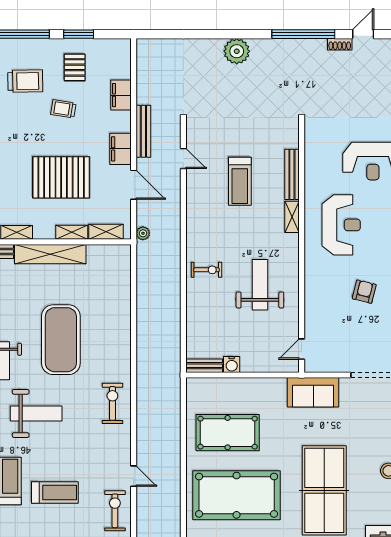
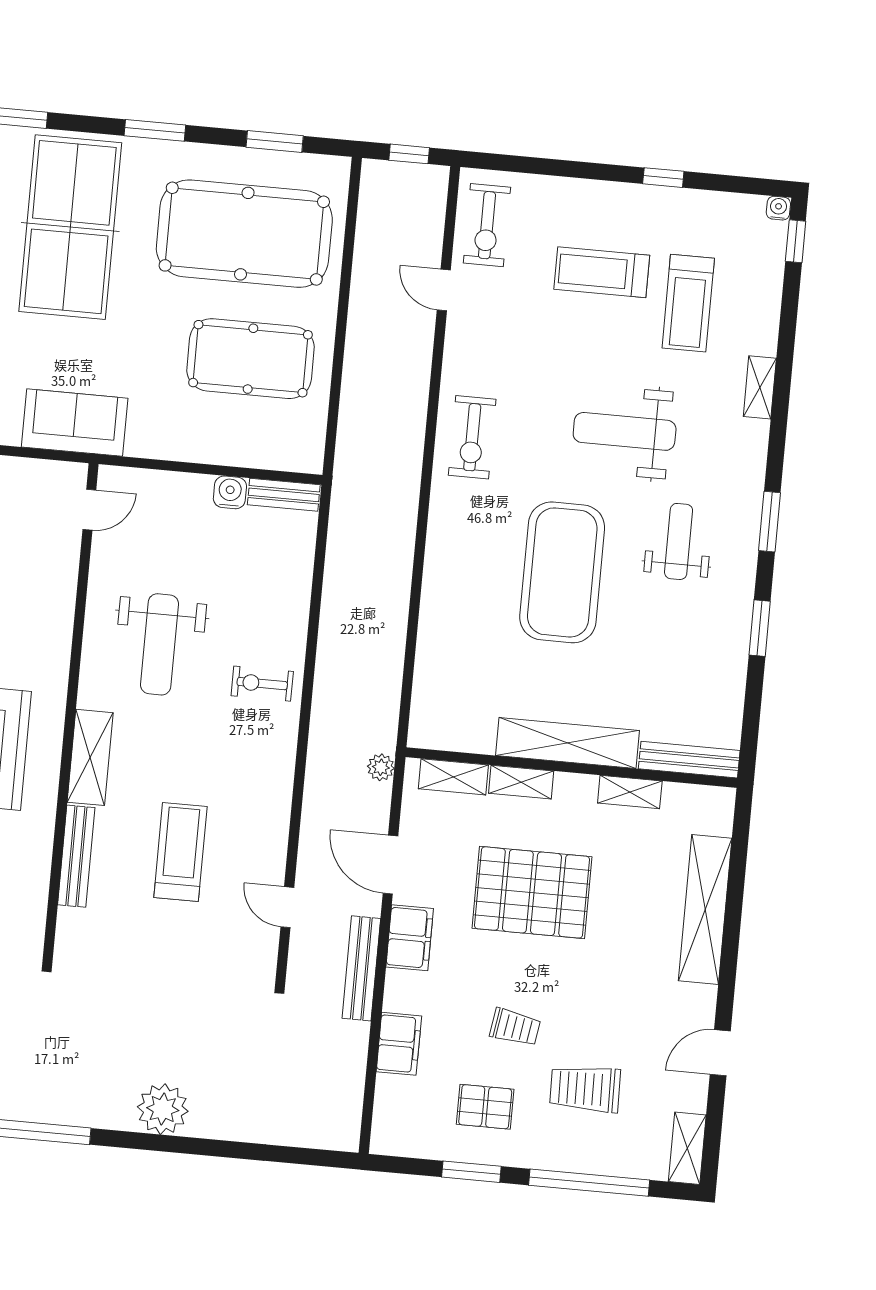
pallet: (75, 67) -> (485, 1107), turned 90
shelving: (292, 217) -> (90, 757), width x1.50, depth x1.33

